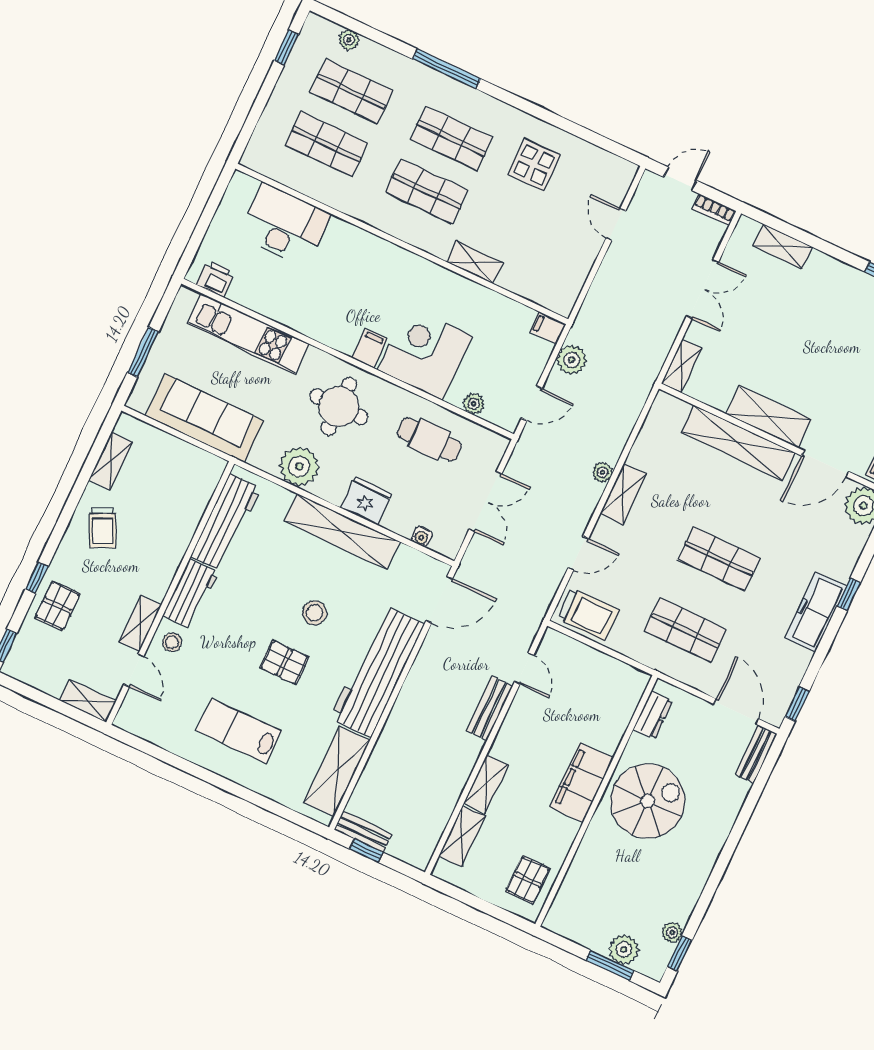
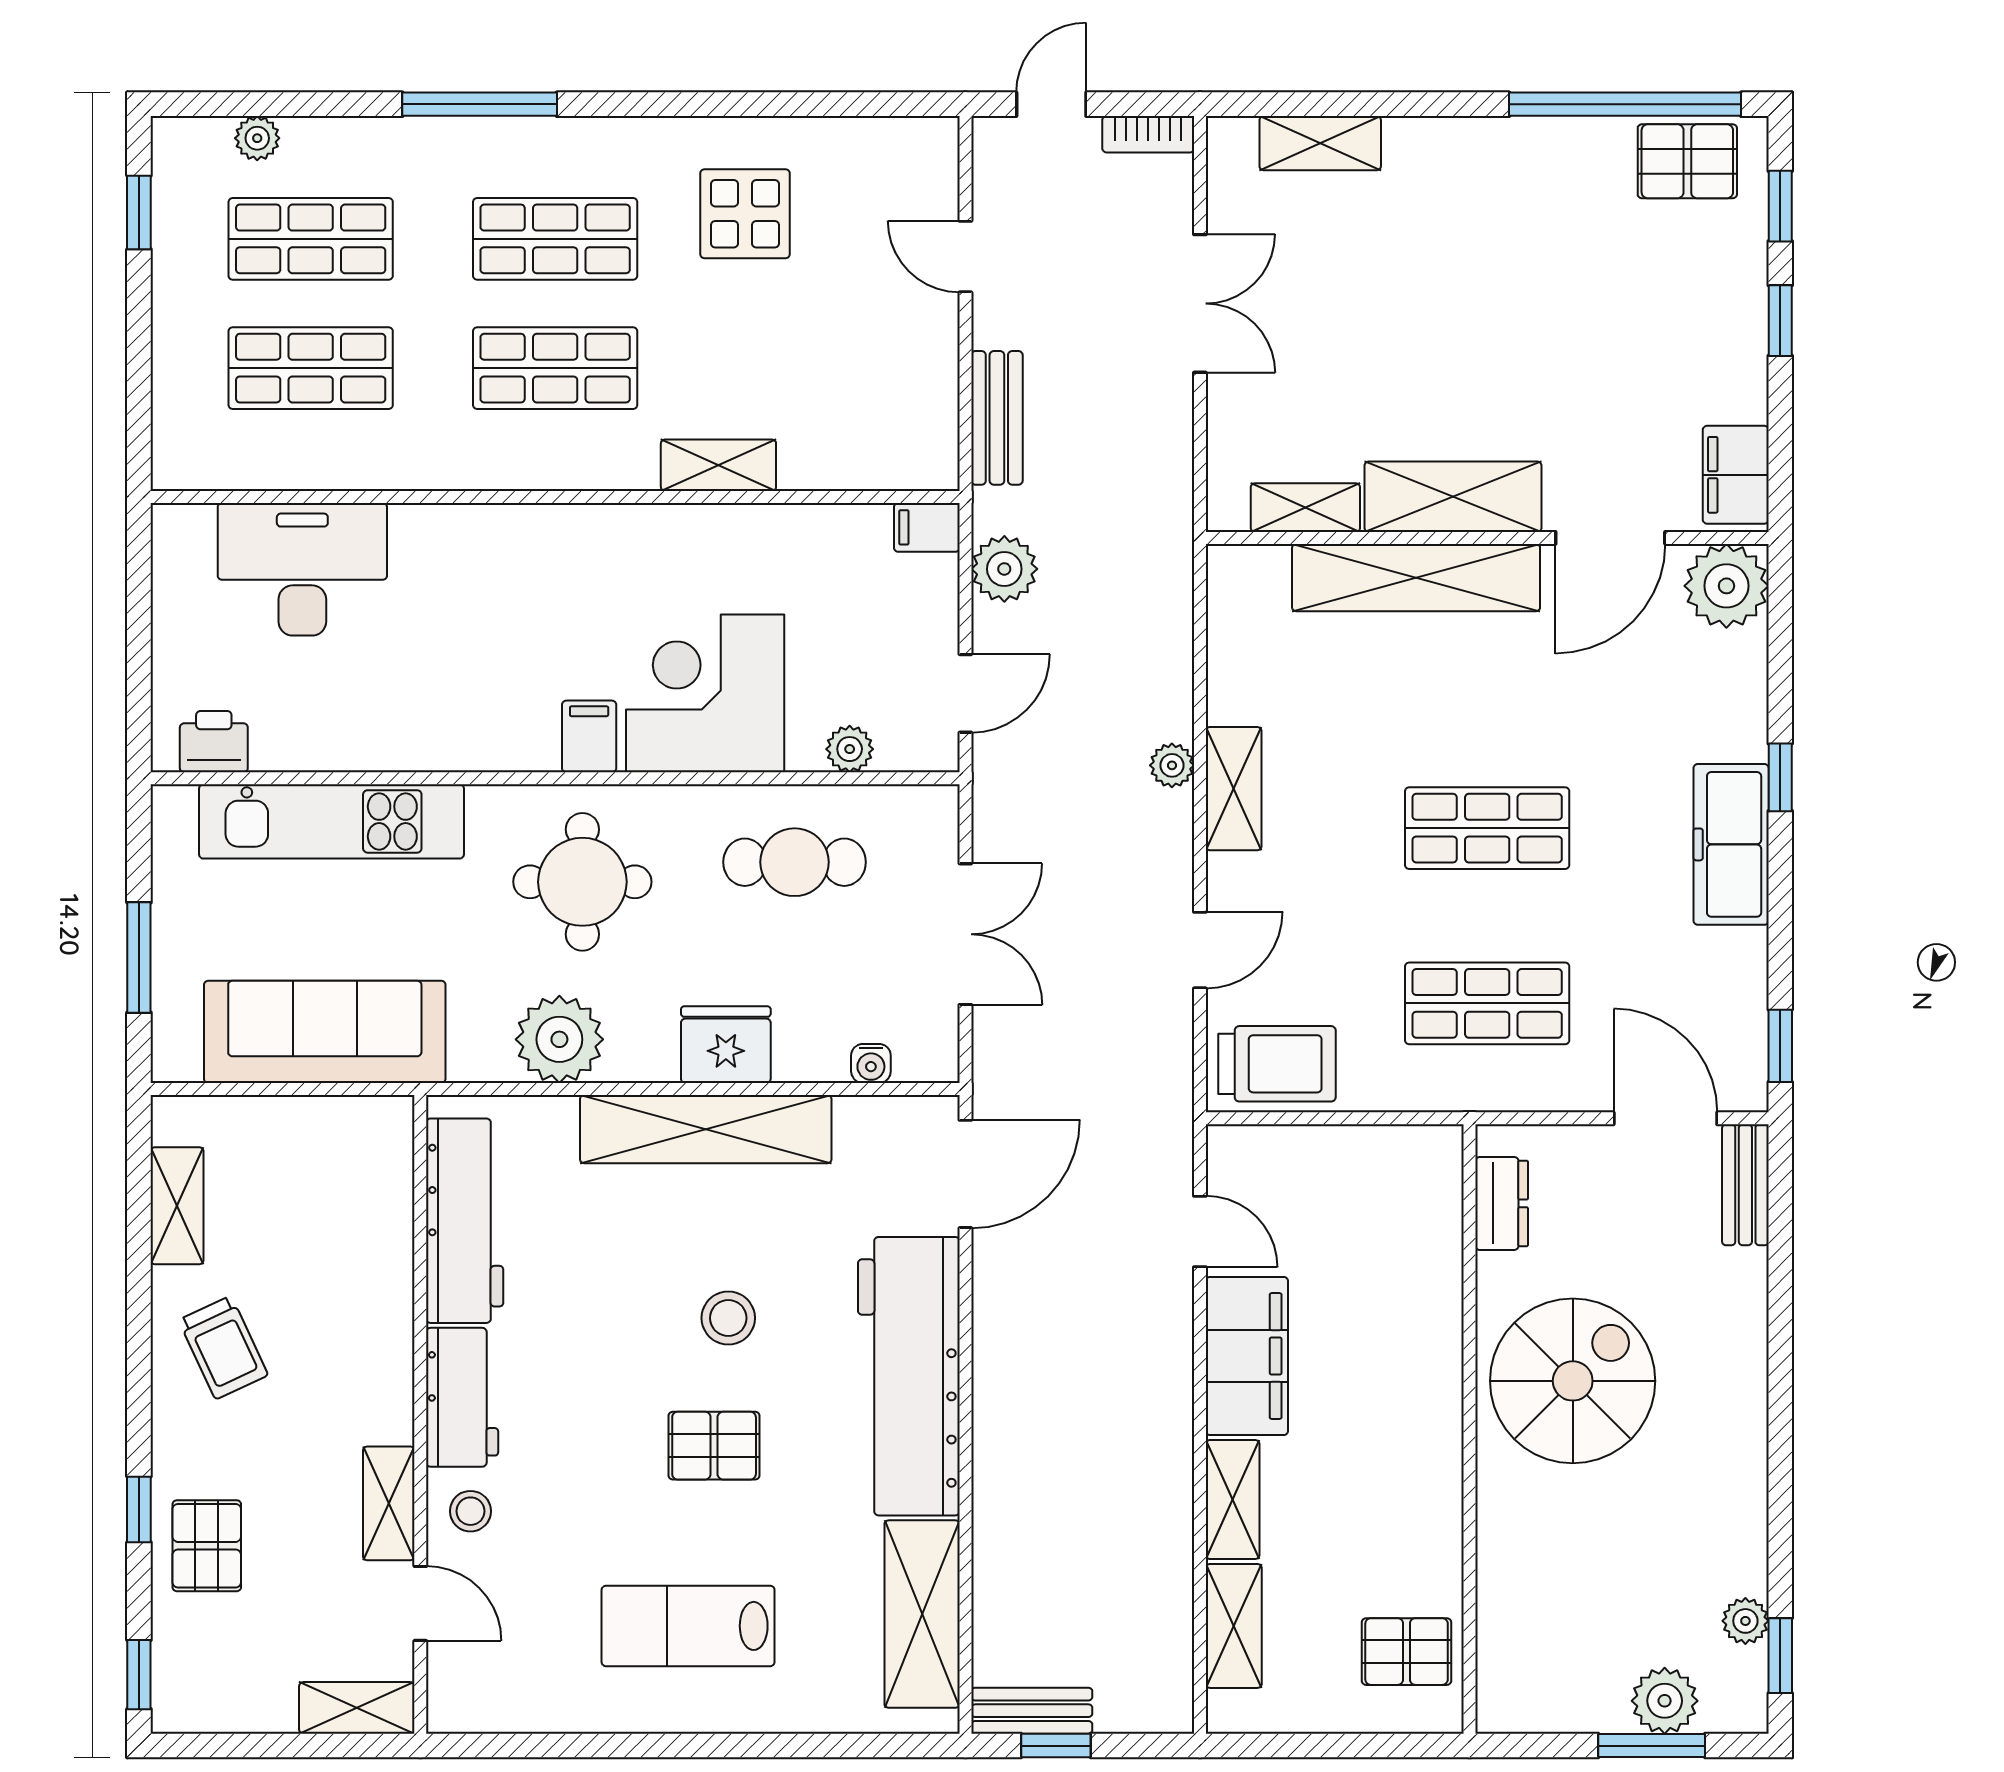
shelving: (682, 366) -> (1305, 508), moved, turned 90
bench: (490, 708) -> (997, 418), moved
filing cabinet: (582, 783) -> (1247, 1356), moved, turned 180
pallet: (528, 880) -> (1407, 1652), turned 90

